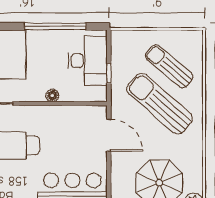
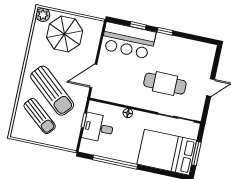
desk: (88, 61) -> (98, 128), width x0.73
door: (109, 135) -> (93, 76), hinge flipped

